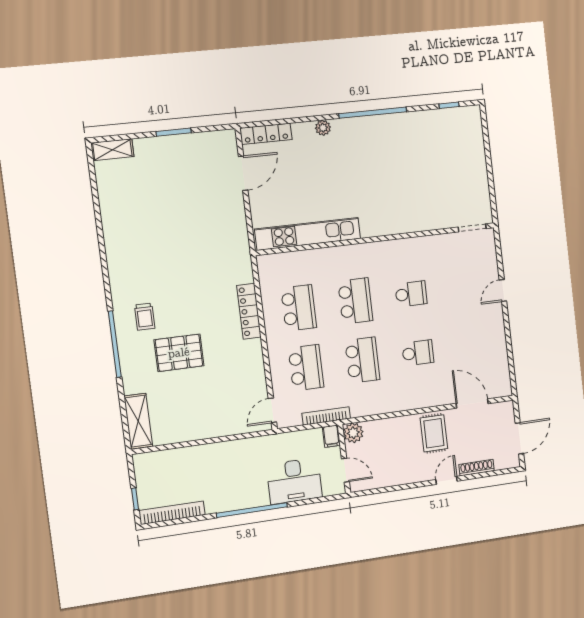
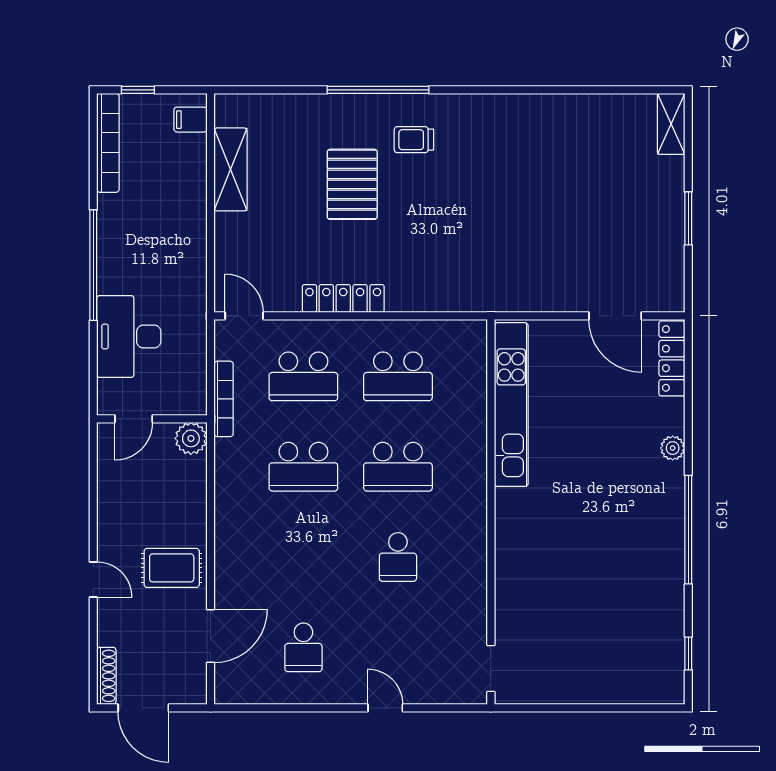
locker: (249, 311) -> (343, 298), moved
school desk: (418, 353) -> (303, 647), moved
shelving: (138, 421) -> (231, 169), moved, turned 90
filing cabinet: (331, 436) -> (190, 120), moved
shoe rack: (477, 468) -> (106, 676), moved

